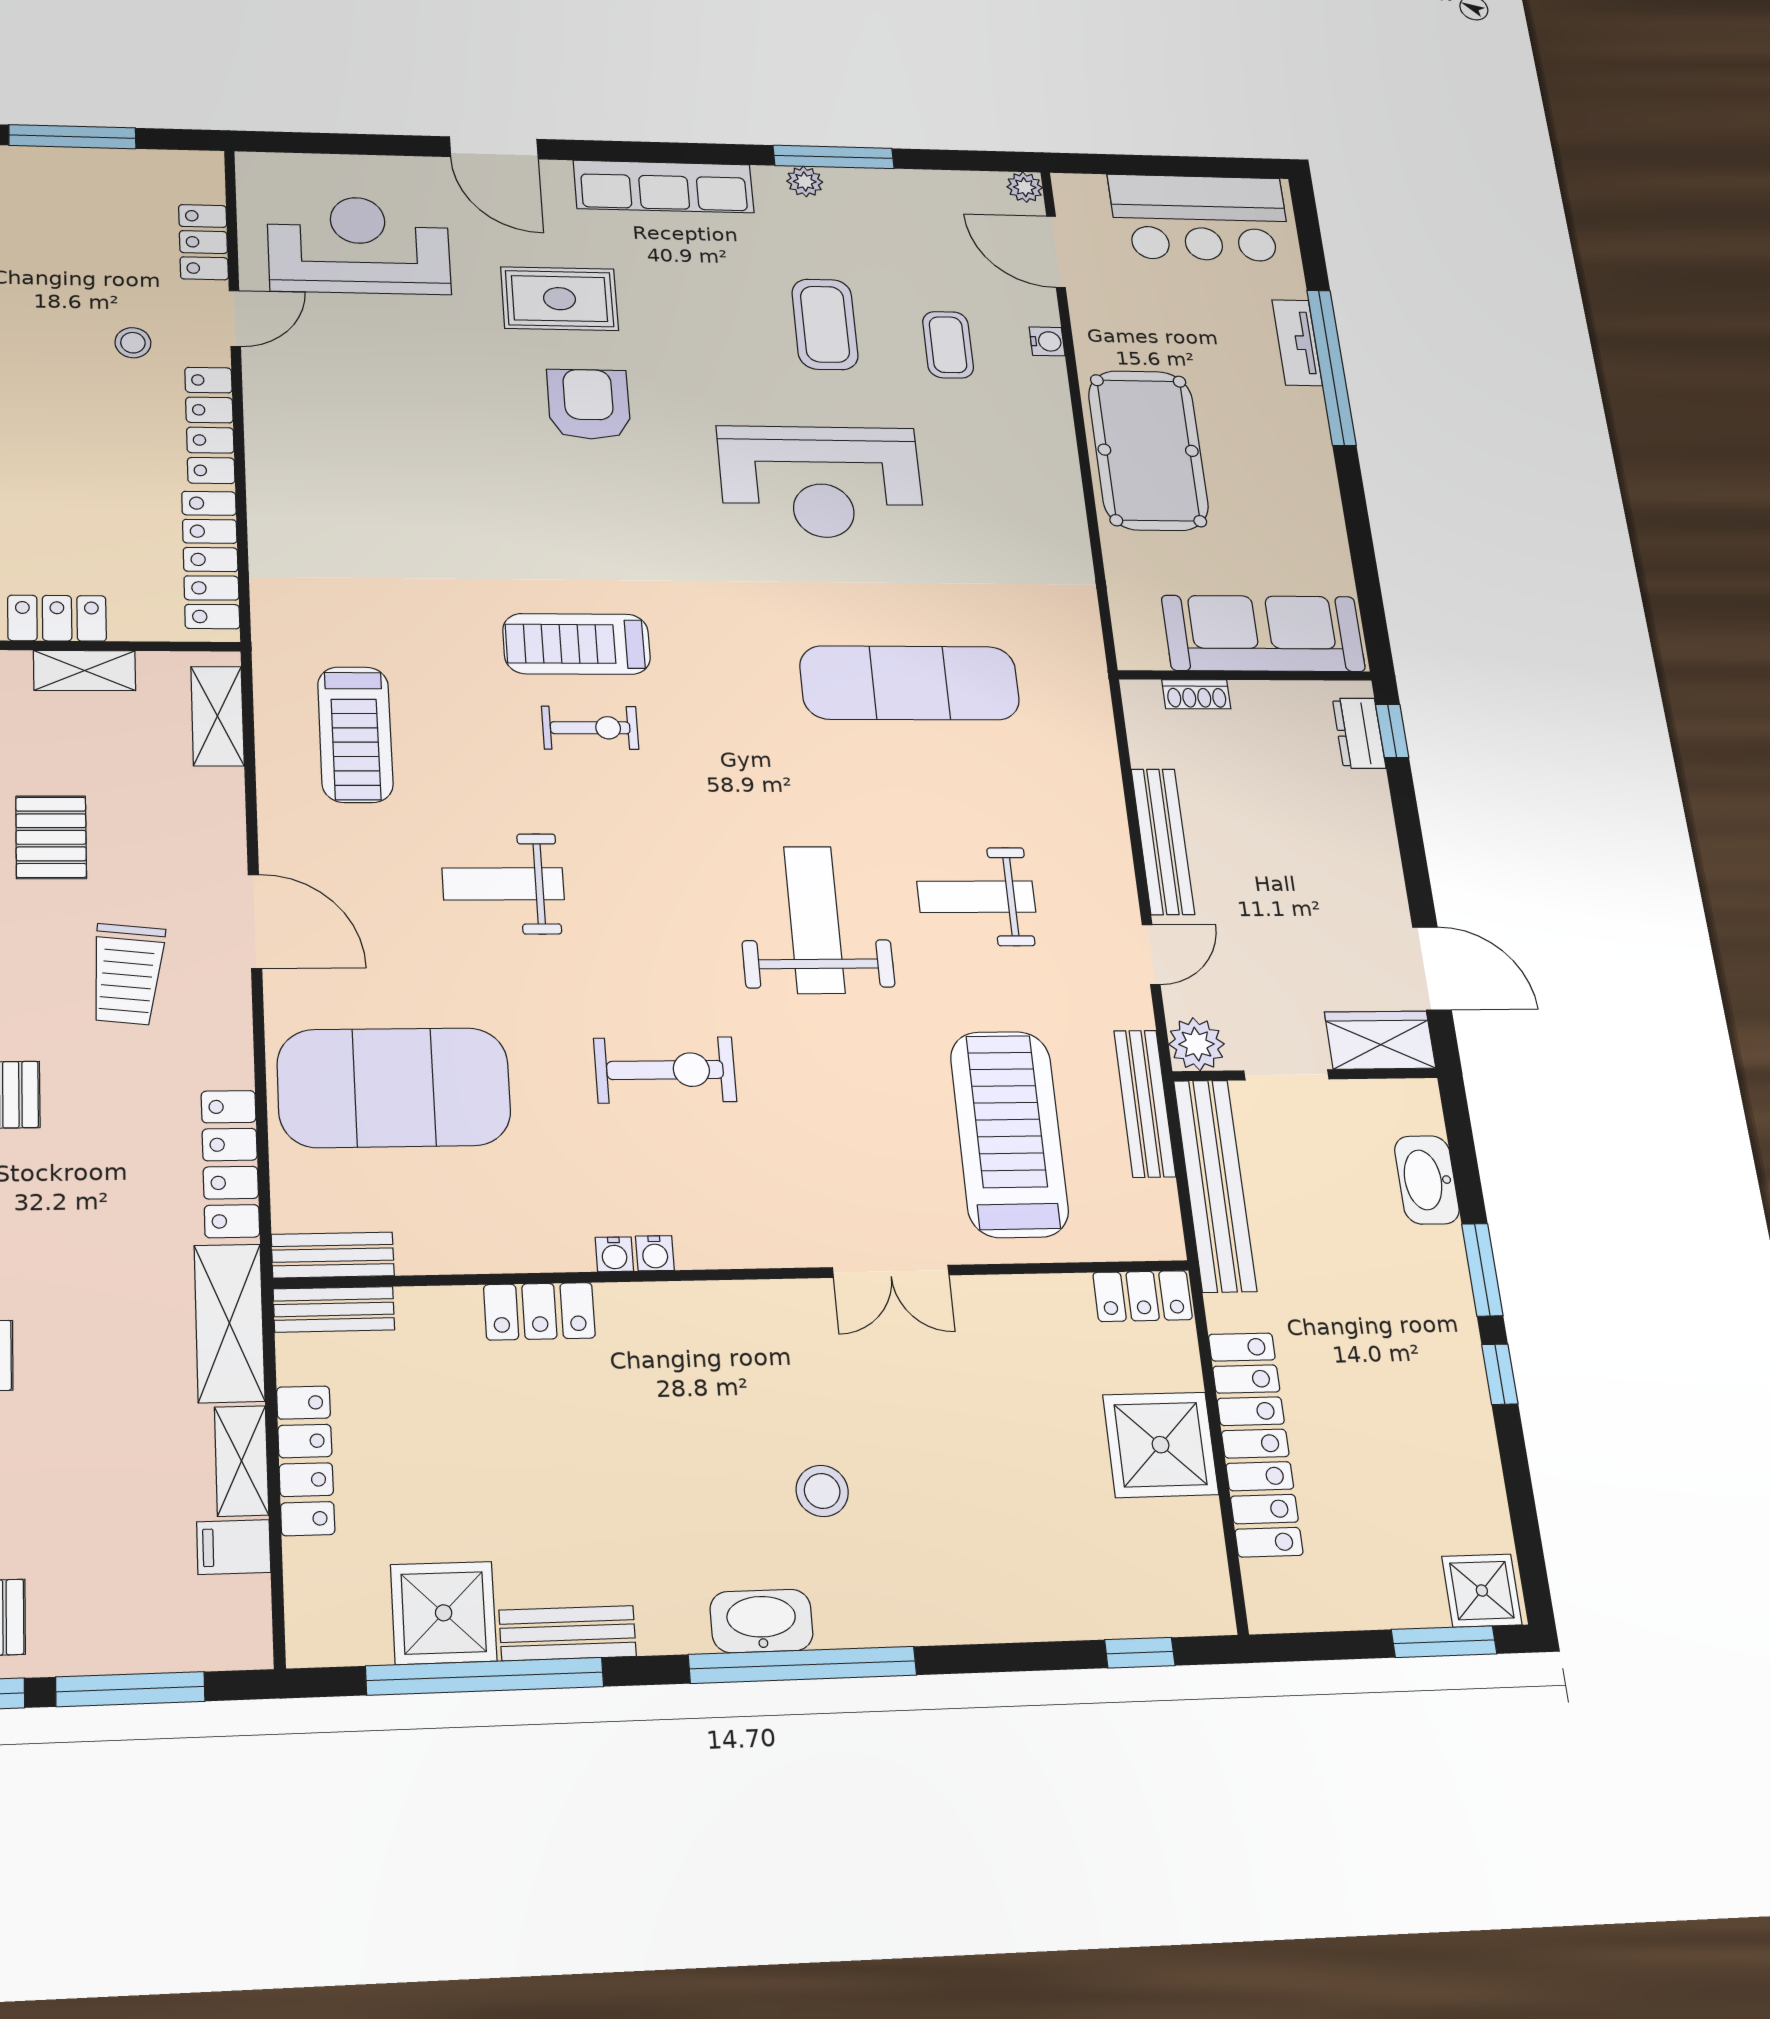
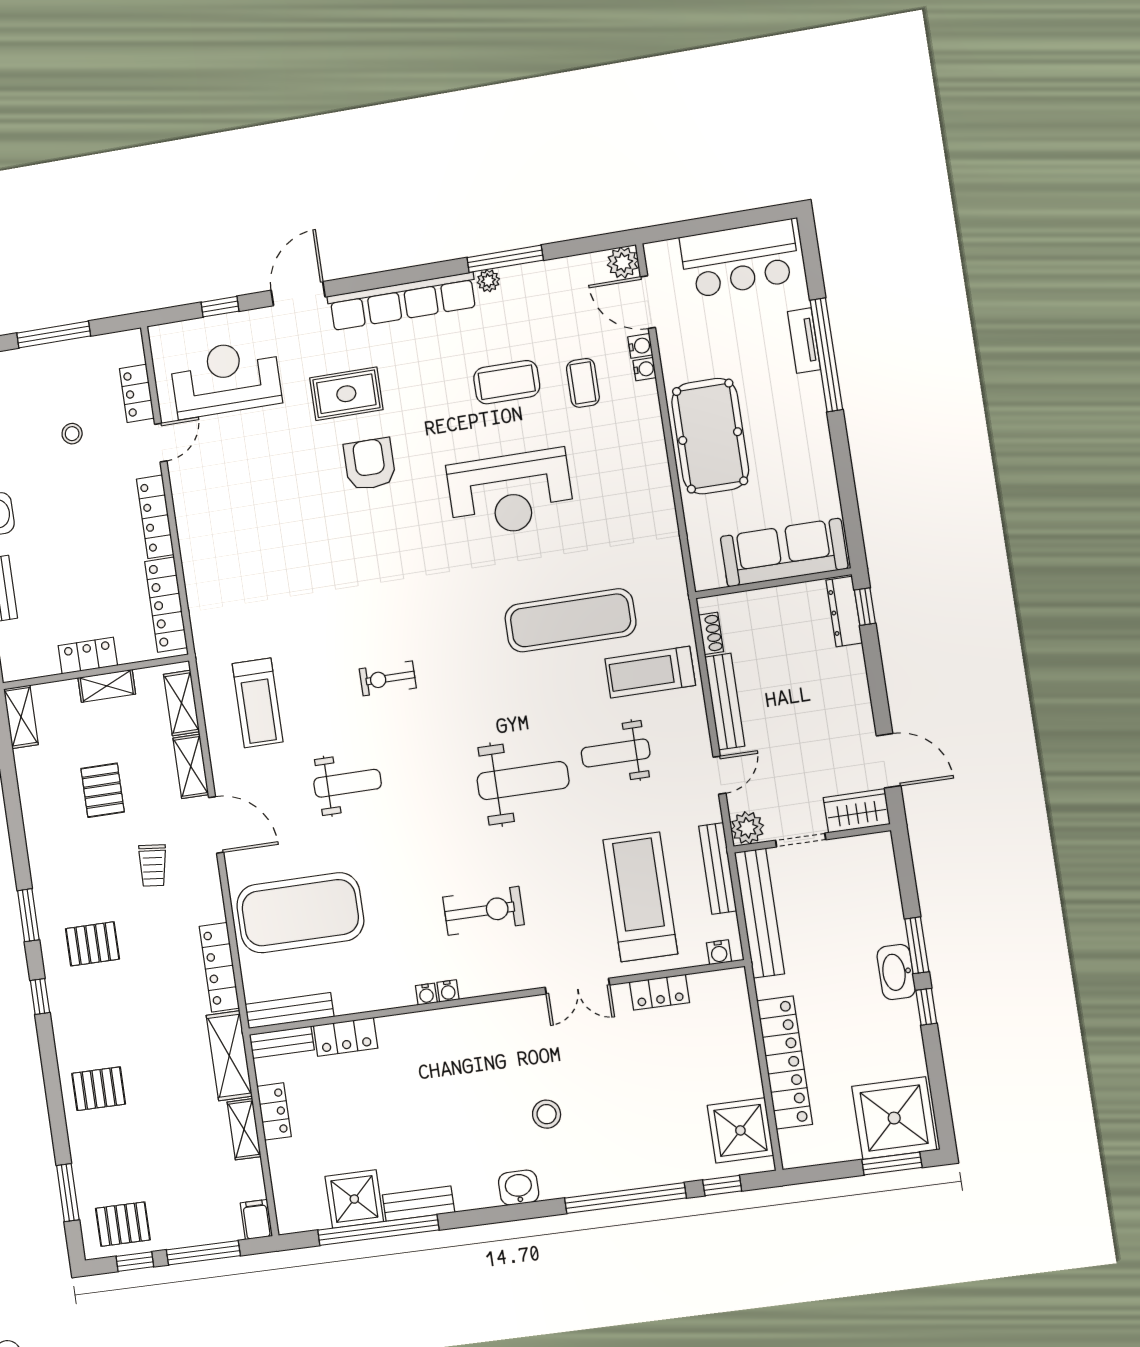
window: (362, 144) -> (220, 307), added
door: (494, 148) -> (298, 294), swing flipped
row of seats: (664, 187) -> (402, 301), width x1.36
plant: (1025, 187) -> (623, 263), width x1.38, depth x1.38
water cooler: (1042, 309) -> (640, 346), added
coffee table: (825, 324) -> (507, 382), turned 90
stool: (133, 343) -> (72, 434), moved
treadmill: (577, 644) -> (650, 672), moved
shoe rack: (1196, 694) -> (711, 633), moved, turned -90
exercise bike: (590, 728) -> (388, 678), turned 180
dresser: (1359, 733) -> (844, 611), width x1.44
shelving: (221, 820) -> (191, 766), added
weight bench: (503, 884) -> (348, 783), turned 180
weight bench: (814, 920) -> (523, 781), turned 90
trolley: (127, 974) -> (153, 865), width x0.73, depth x0.72
exercise bike: (665, 1070) -> (483, 911), moved
washbasin: (1427, 1180) -> (896, 972), moved
water cooler: (1144, 1242) -> (719, 952), added
bench: (333, 1255) -> (289, 1010), width x1.36
locker: (1143, 1296) -> (659, 992), moved
locker: (539, 1311) -> (346, 1037), moved
shower: (1161, 1445) -> (740, 1130), moved
locker: (306, 1460) -> (274, 1111), width x0.66
filing cabinet: (234, 1547) -> (256, 1219), moved, turned 90
shower: (1482, 1591) -> (894, 1118), width x1.86, depth x1.86
washbasin: (762, 1621) -> (519, 1188), width x0.72
window: (803, 1665) -> (625, 1198), moved

